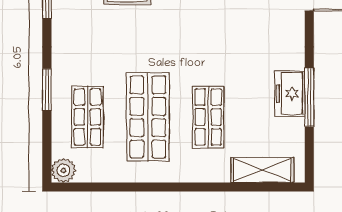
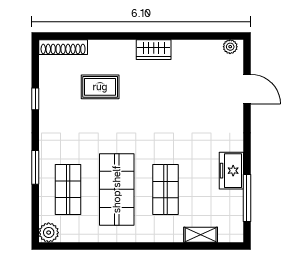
window: (309, 97) -> (247, 198), moved
shelving: (262, 170) -> (201, 235), width x0.67, depth x0.75

